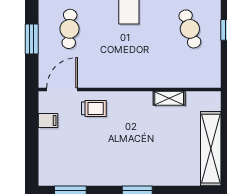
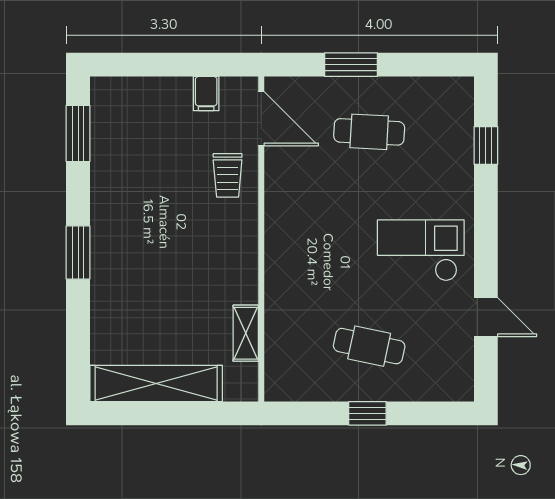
cafe table: (190, 29) -> (369, 346), turned 30
shelving: (169, 98) -> (246, 333), moved

